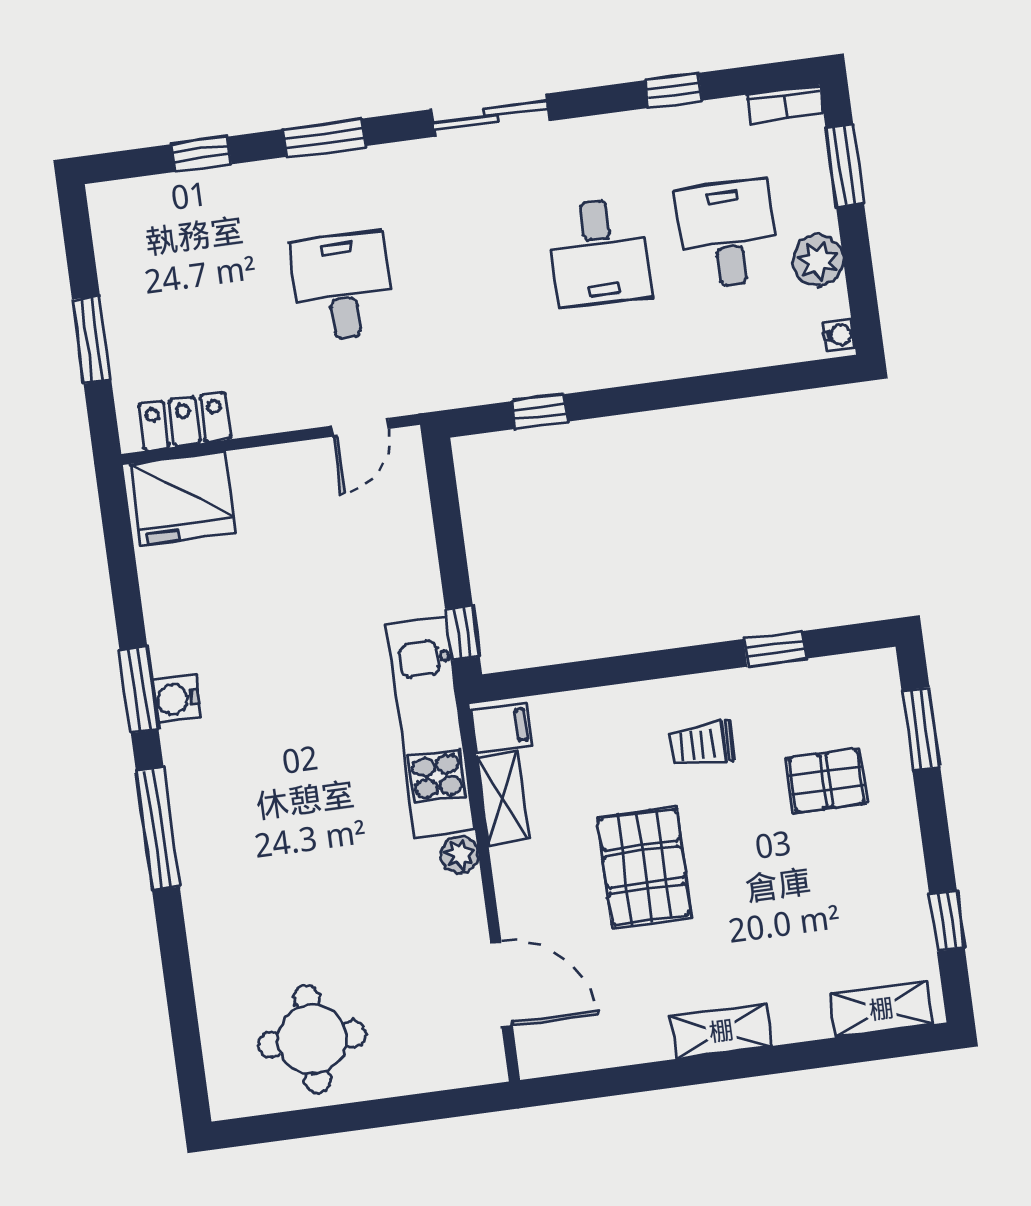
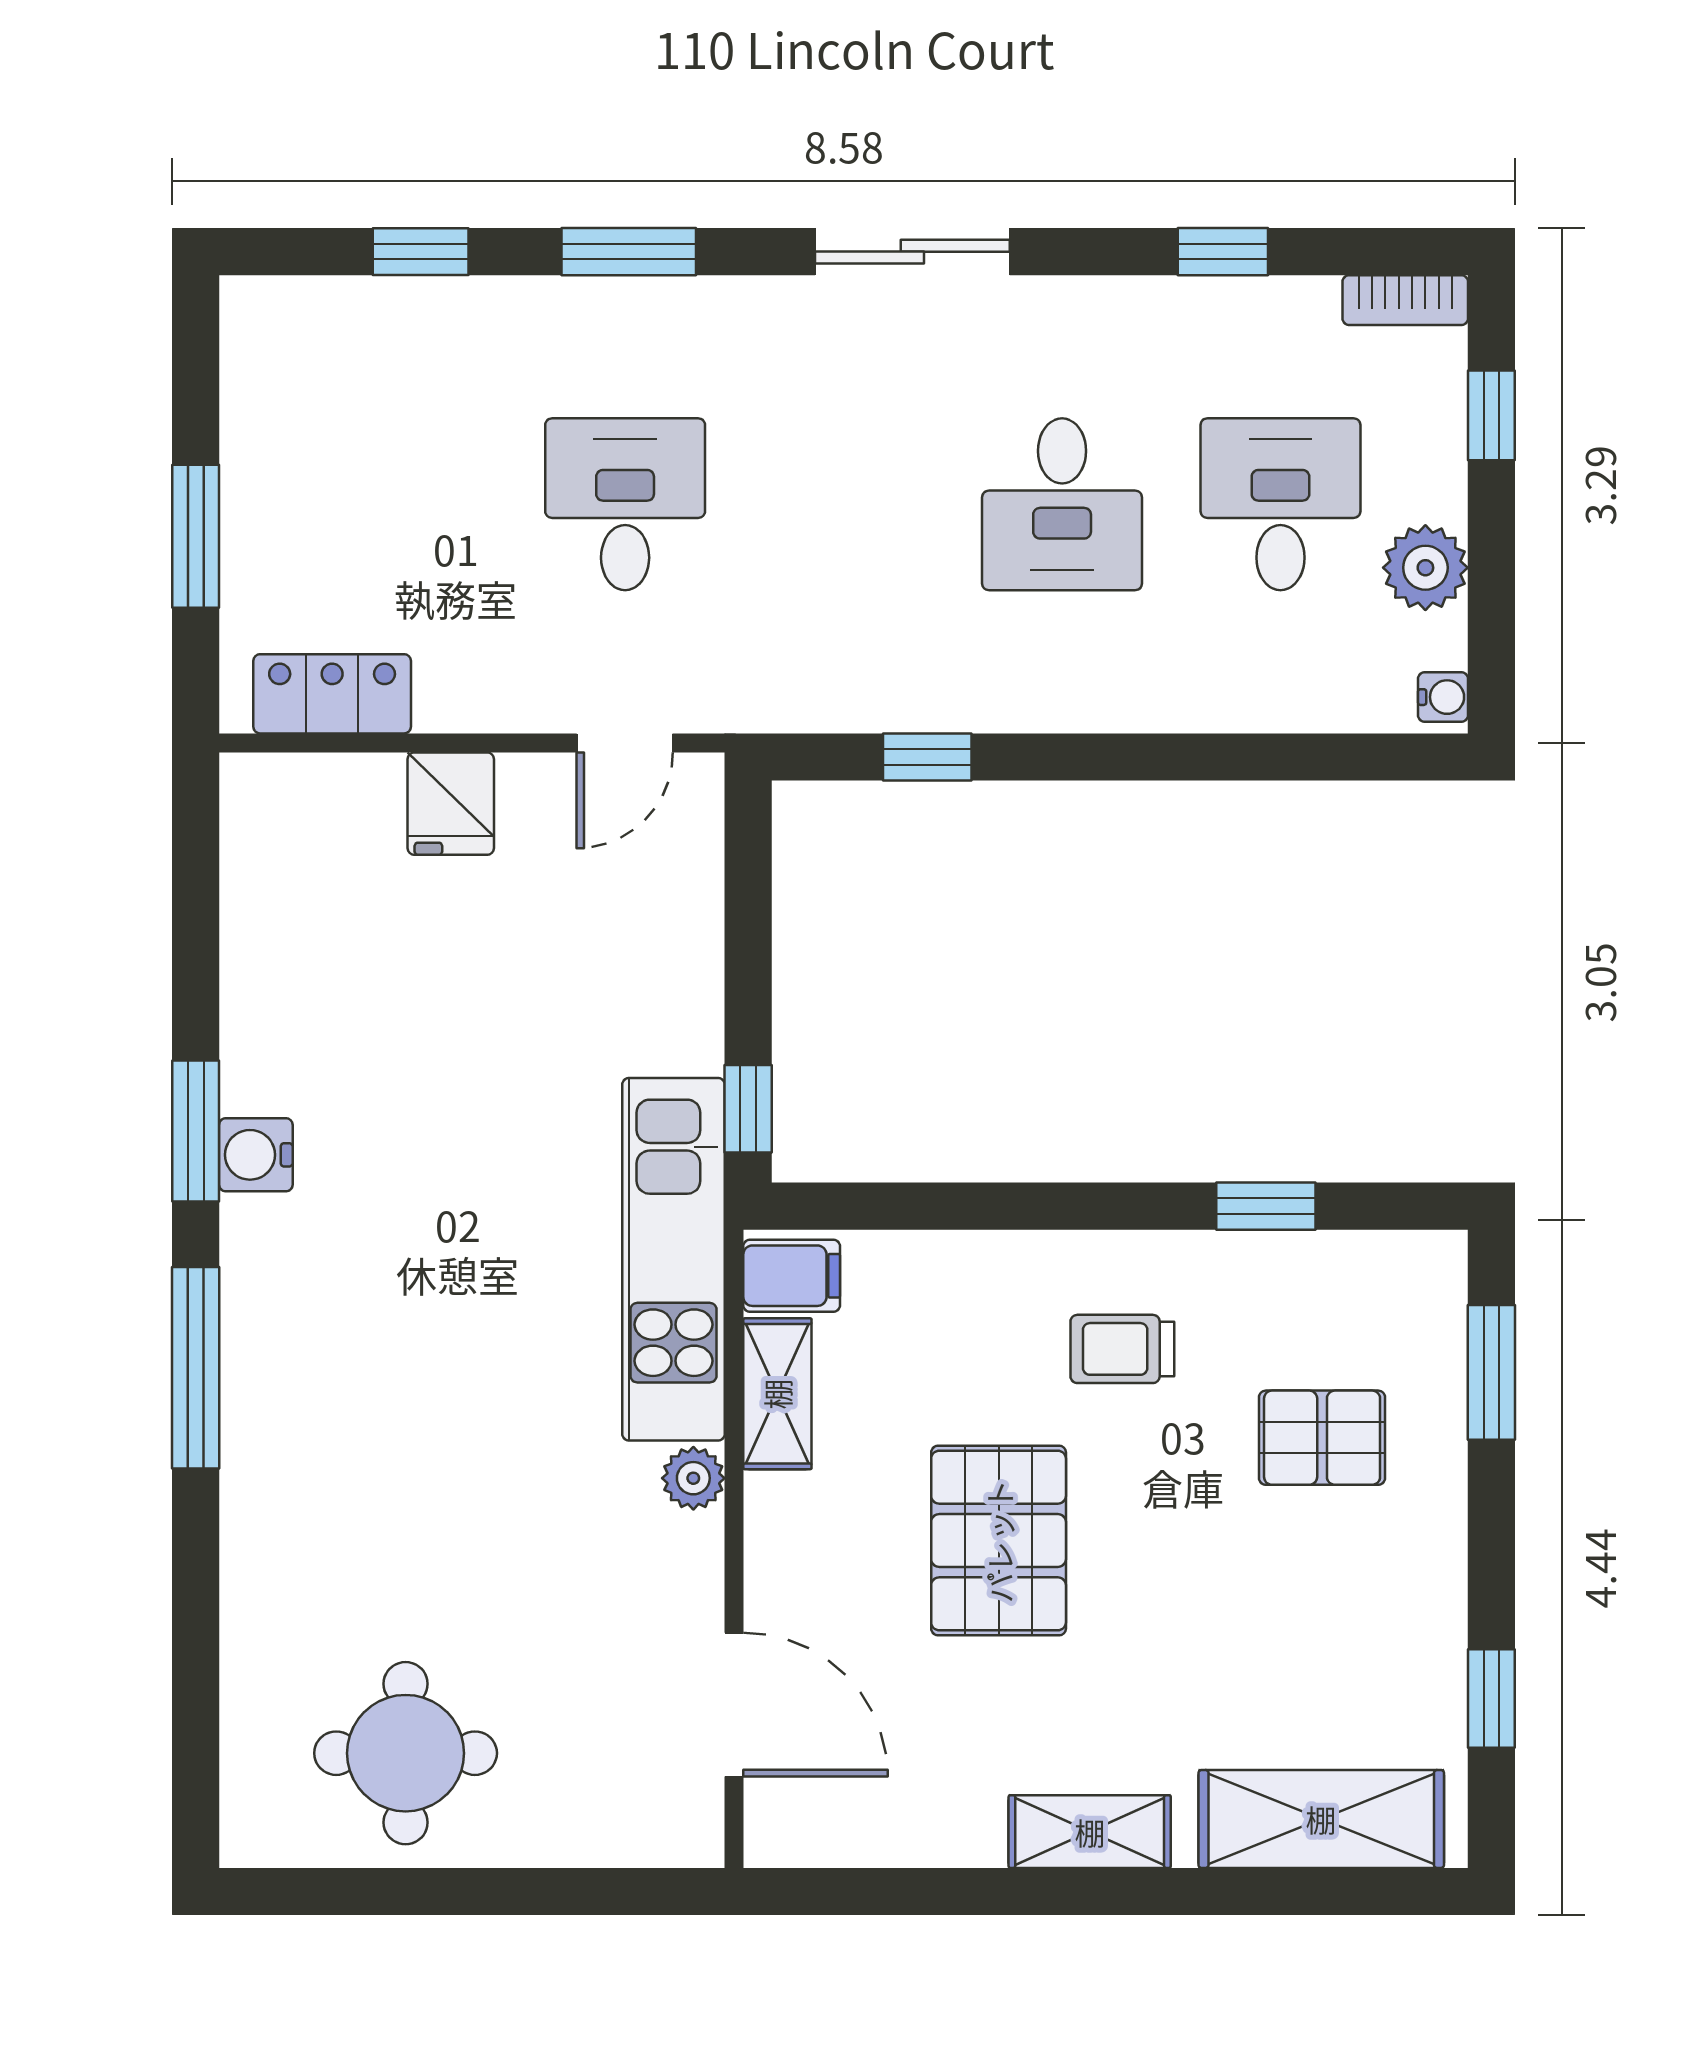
window: (845, 166) -> (1491, 415), width x0.67
fridge: (183, 498) -> (451, 804), moved, width x0.53, depth x0.75
shelving: (881, 1009) -> (1321, 1819), width x1.50, depth x1.33

